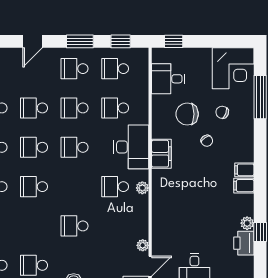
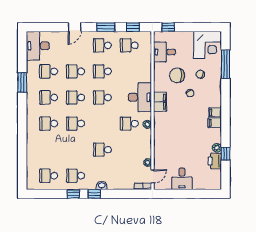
school desk: (115, 108) -> (129, 71), removed

